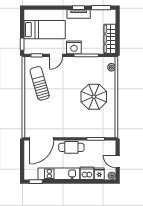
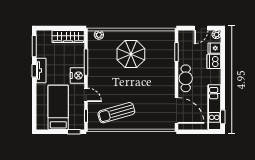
kitchen unit: (59, 174) -> (214, 107), moved

